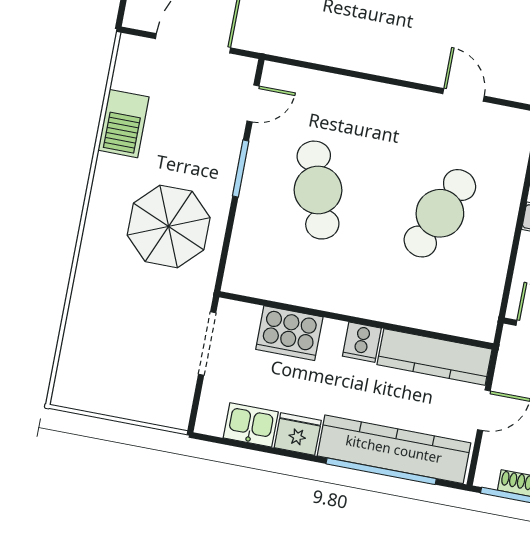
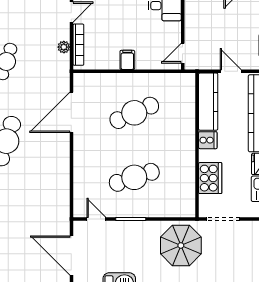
door: (463, 95) -> (71, 112), width x1.88
cafe table: (440, 213) -> (134, 113), turned -48
parasol: (169, 226) -> (181, 245), moved

